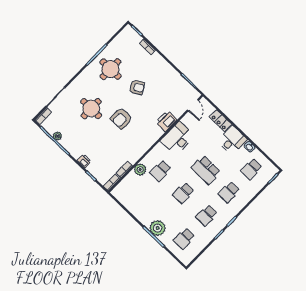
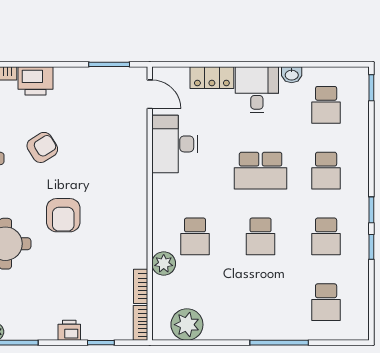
printer: (166, 121) -> (36, 81), moved, turned -90
desk: (177, 139) -> (175, 144), moved
plant: (158, 228) -> (187, 325), moved

